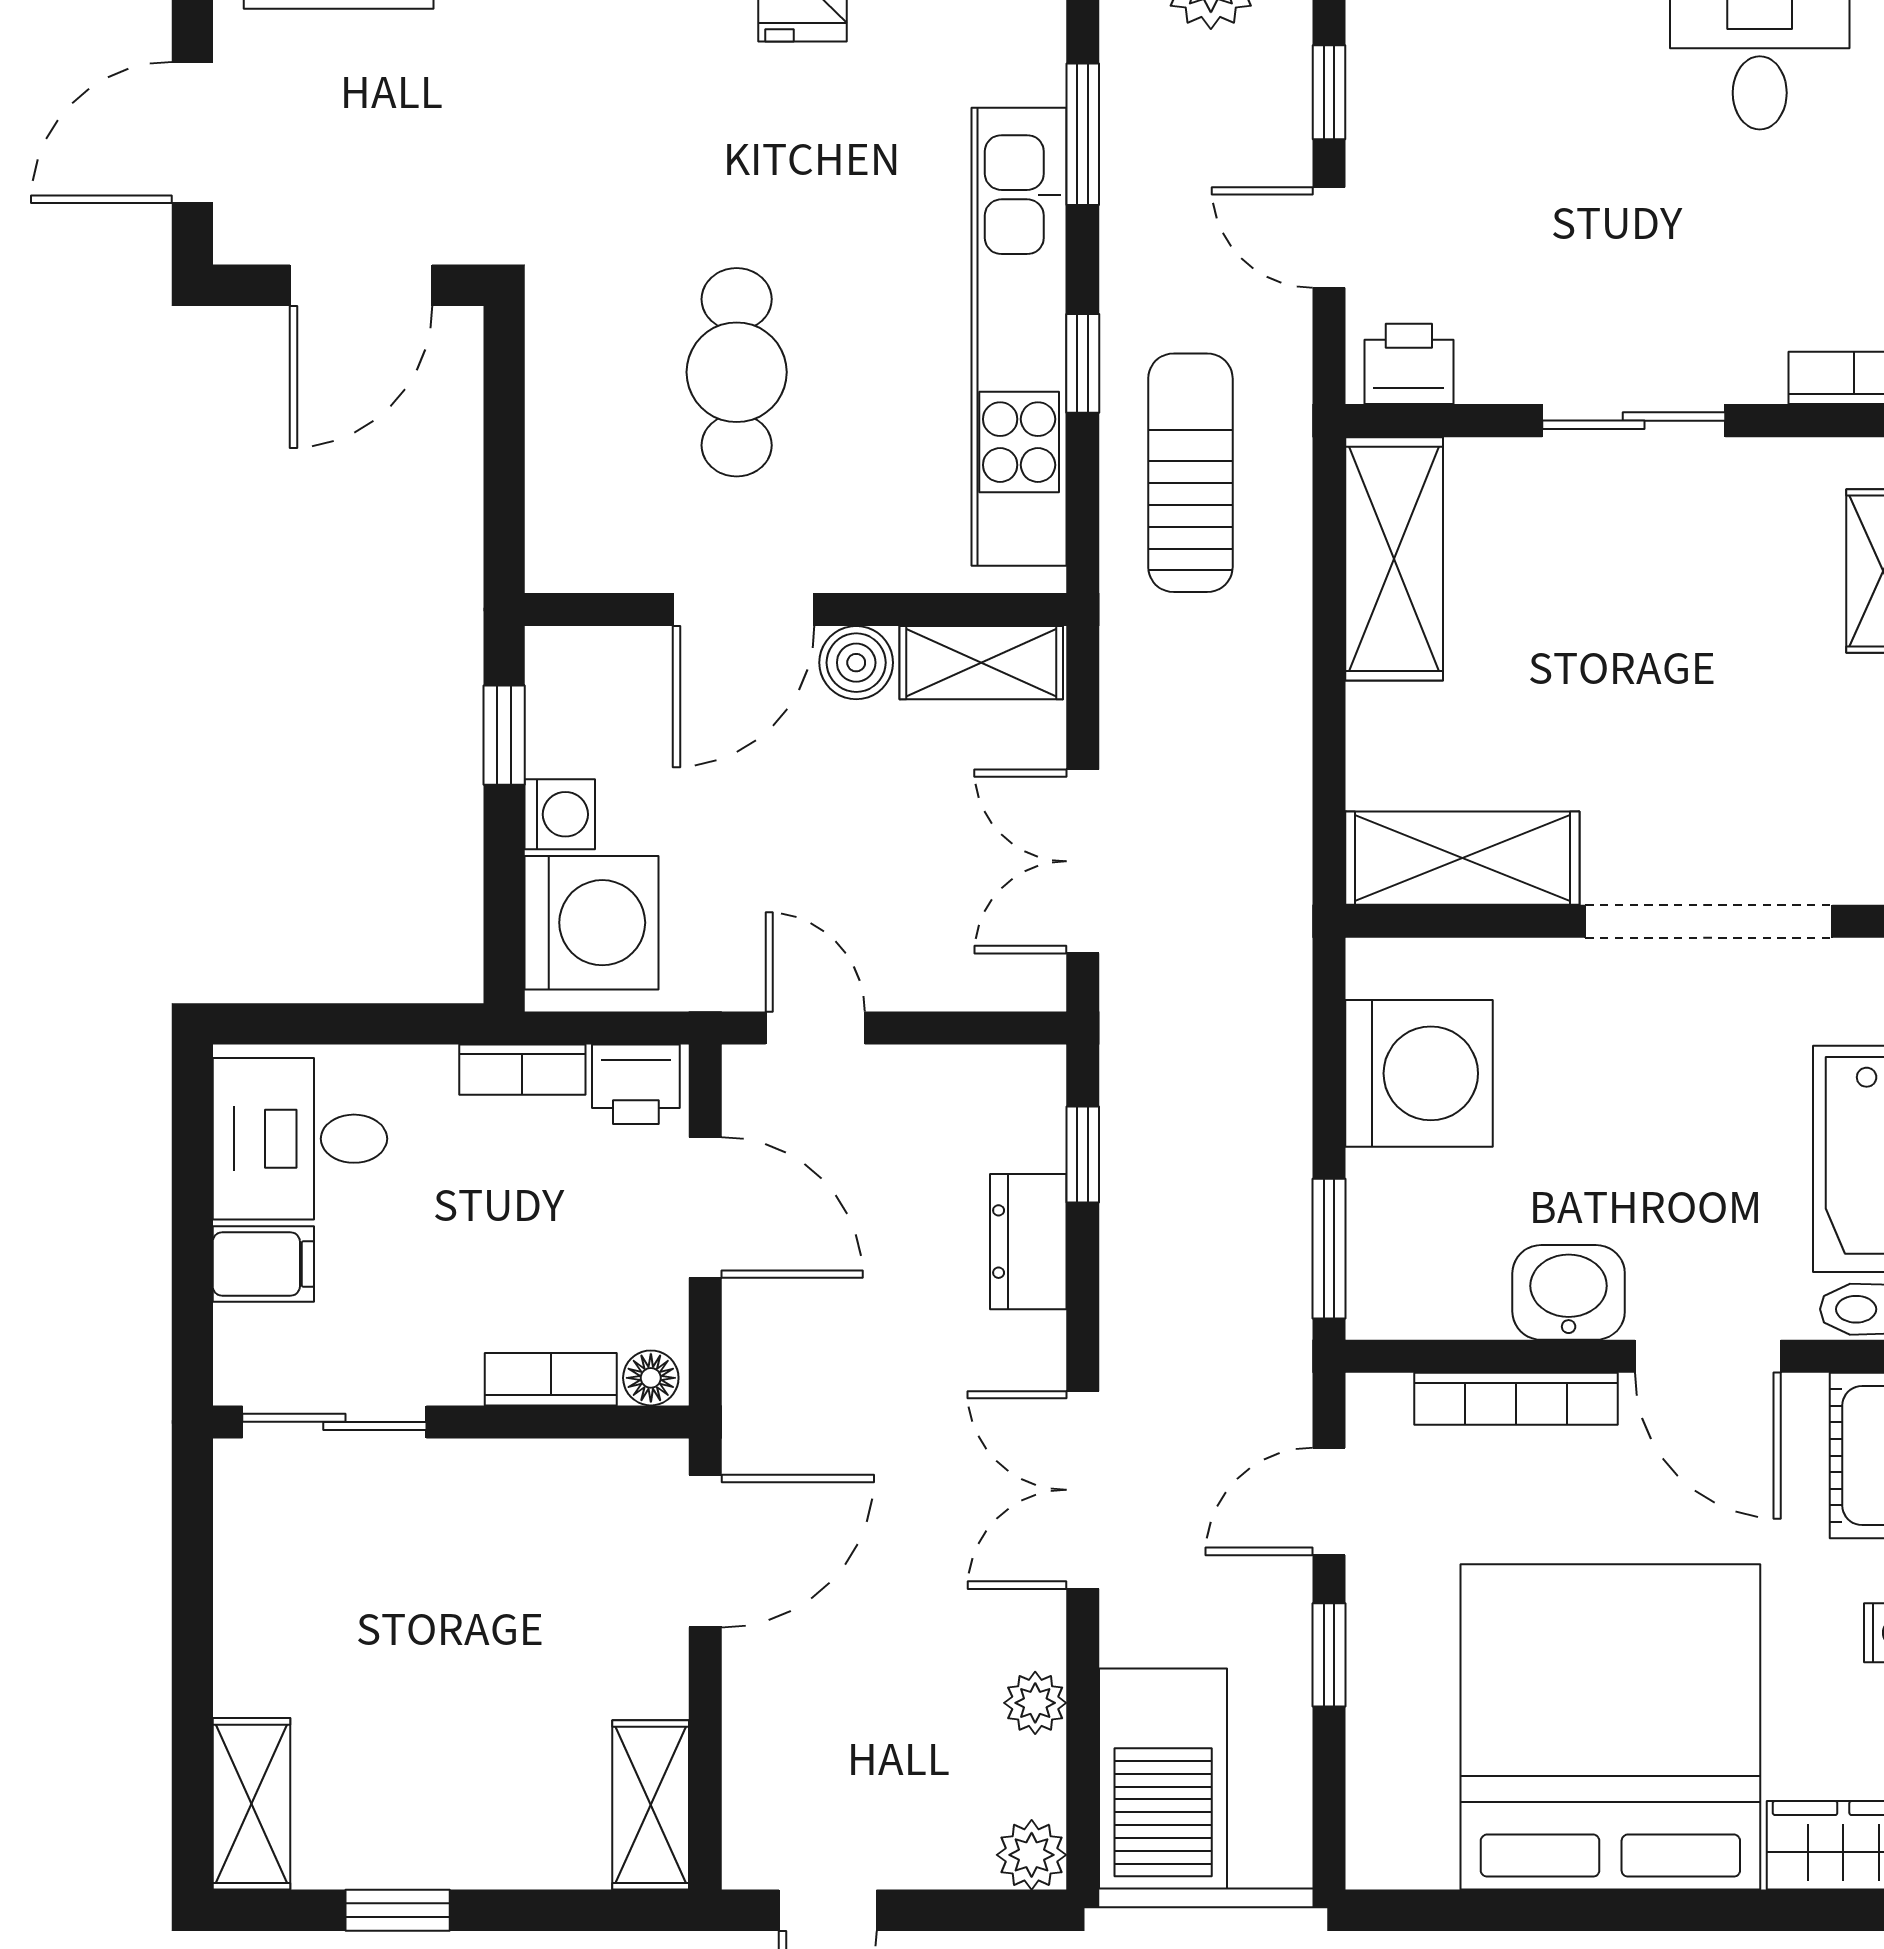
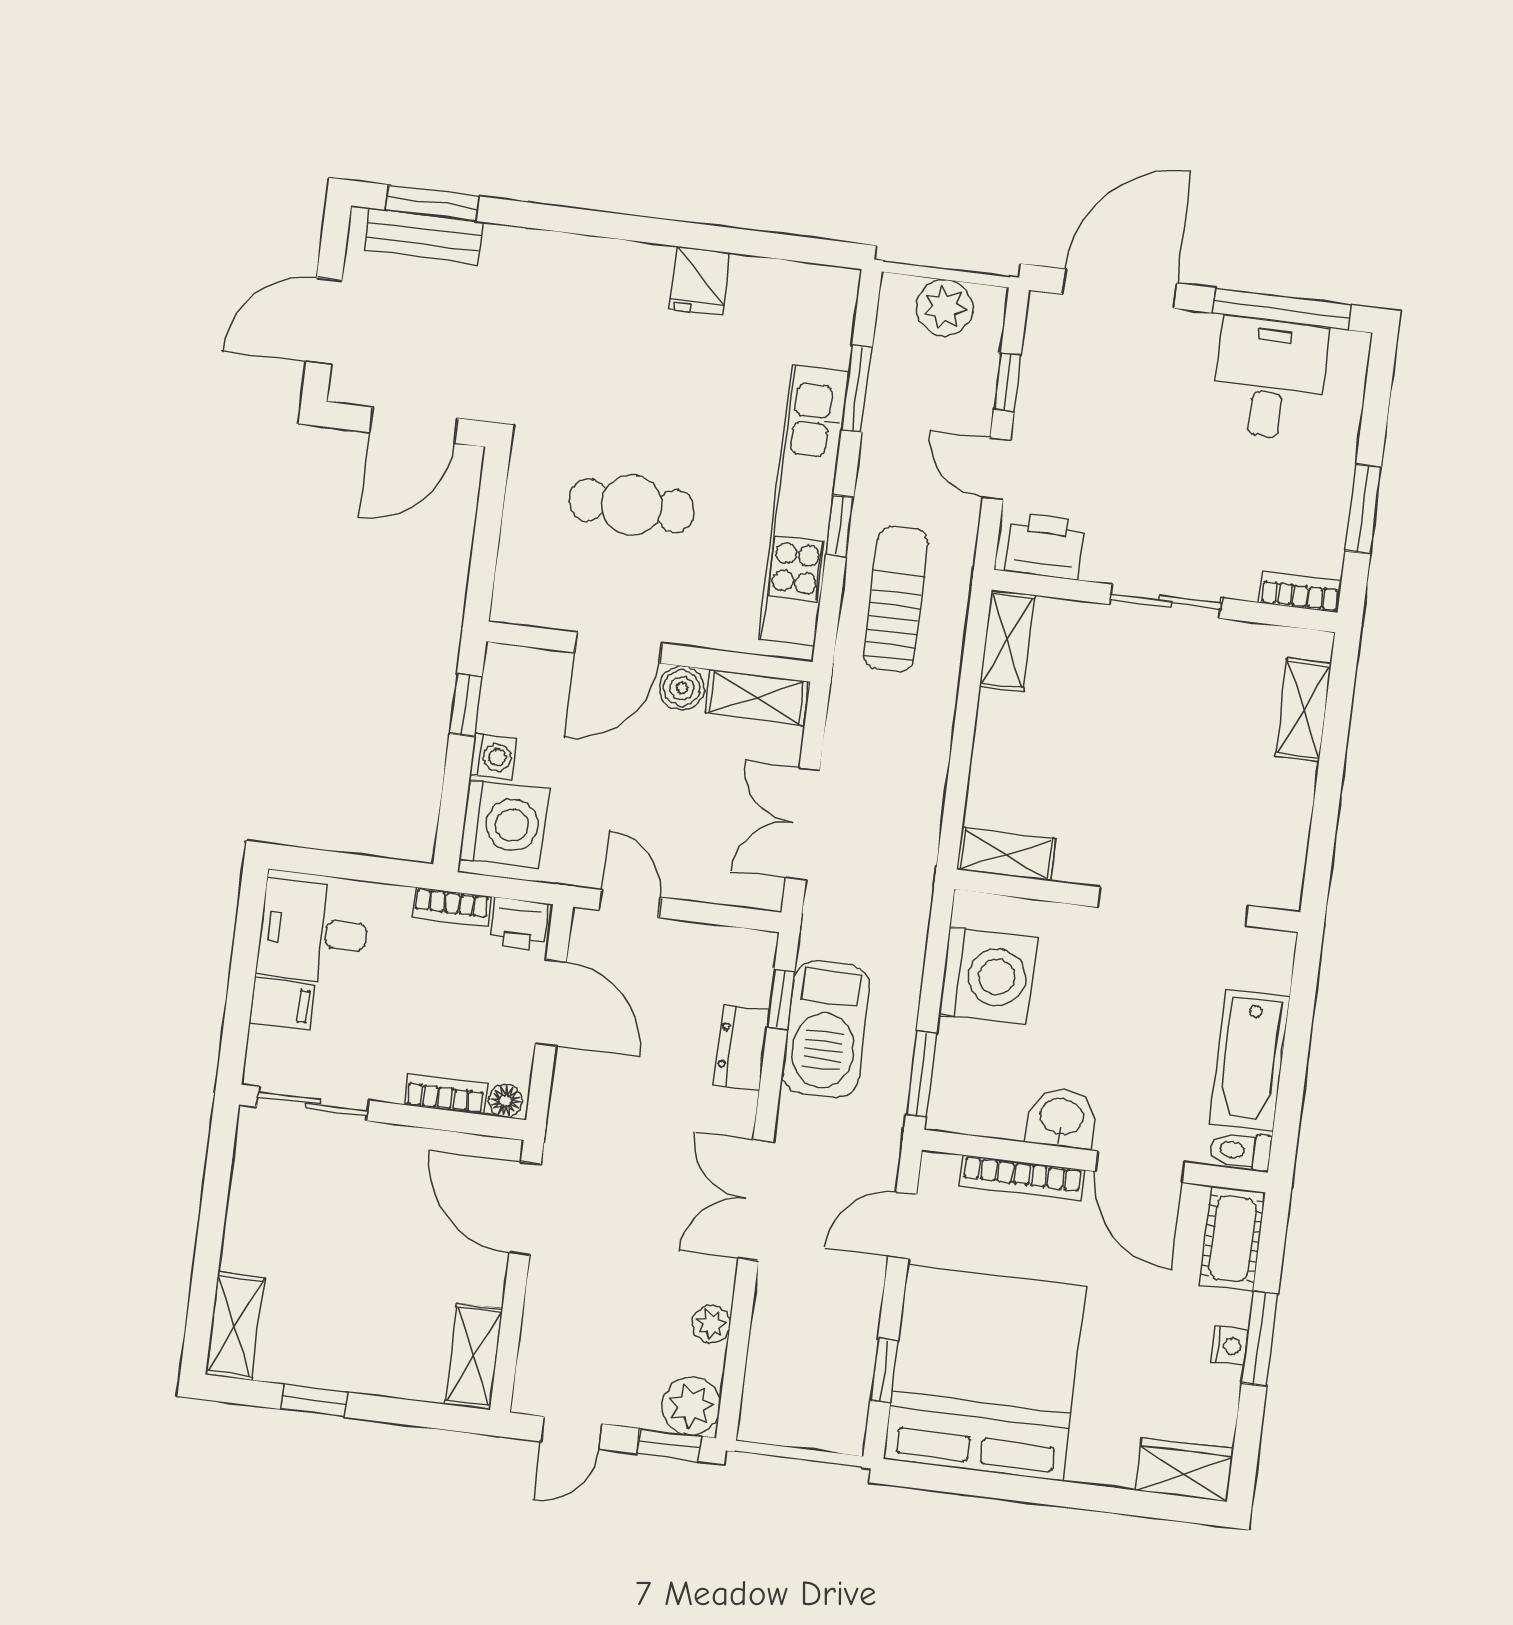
printer: (1409, 364) -> (1045, 546), width x1.36, depth x1.24
cafe table: (737, 372) -> (632, 505), turned 90
shelving: (1394, 559) -> (1007, 641), width x0.67, depth x0.75
shelving: (1462, 858) -> (1006, 854), width x0.67, depth x0.75
door: (705, 1551) -> (525, 1209), swing flipped
window: (1329, 1655) -> (884, 1371), moved
bed: (1610, 1727) -> (985, 1373), moved
barbecue: (1163, 1779) -> (826, 1029), moved
plant: (1032, 1855) -> (691, 1406), width x1.38, depth x1.38
window: (990, 1910) -> (669, 1445), added

